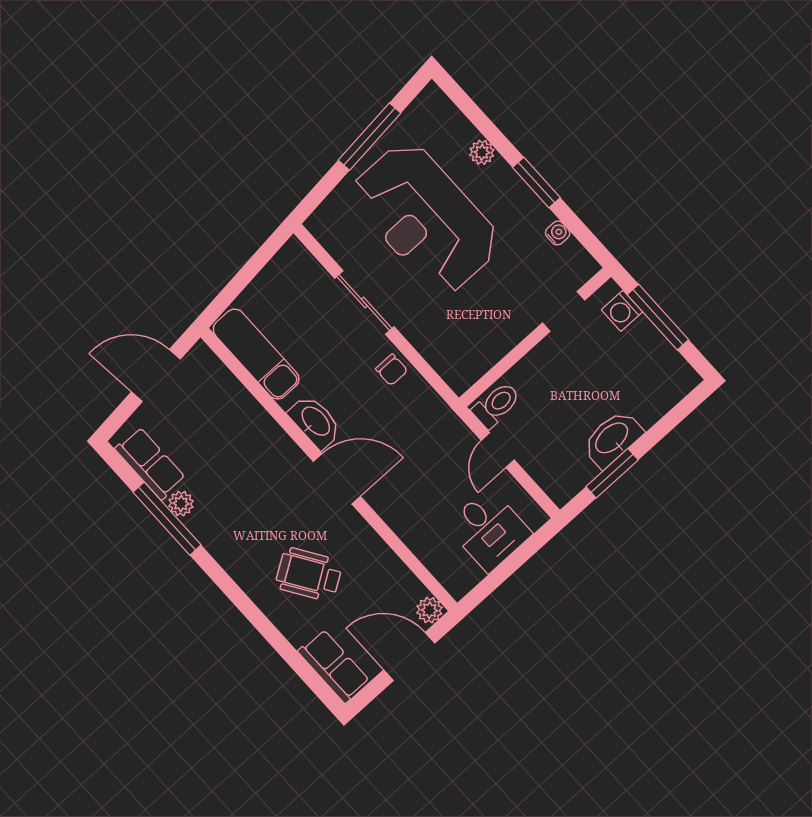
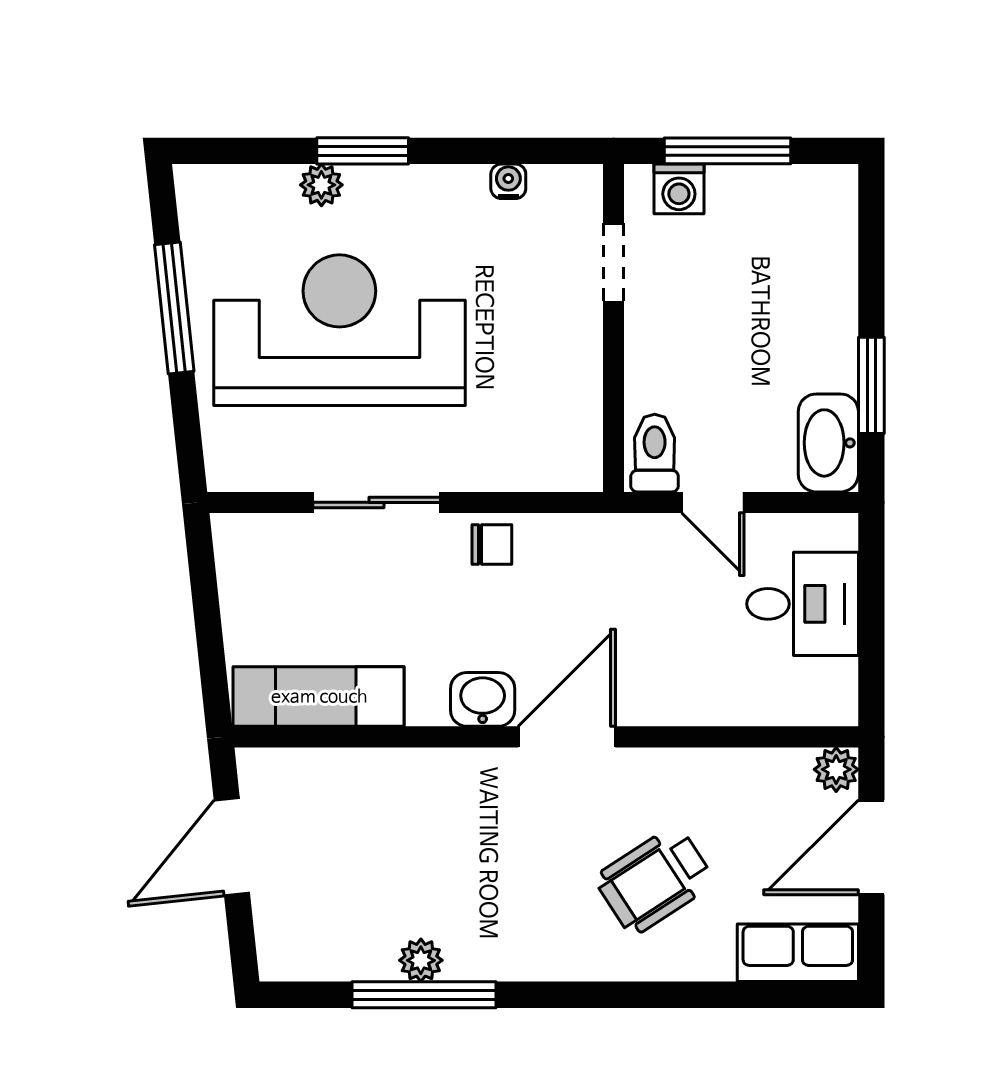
window: (536, 183) -> (363, 151), moved
reception desk: (425, 218) -> (339, 330), turned 180
washbasin: (315, 422) -> (483, 699), width x0.72
washbasin: (612, 439) -> (828, 443), moved
row of seats: (150, 463) -> (336, 953), removed

